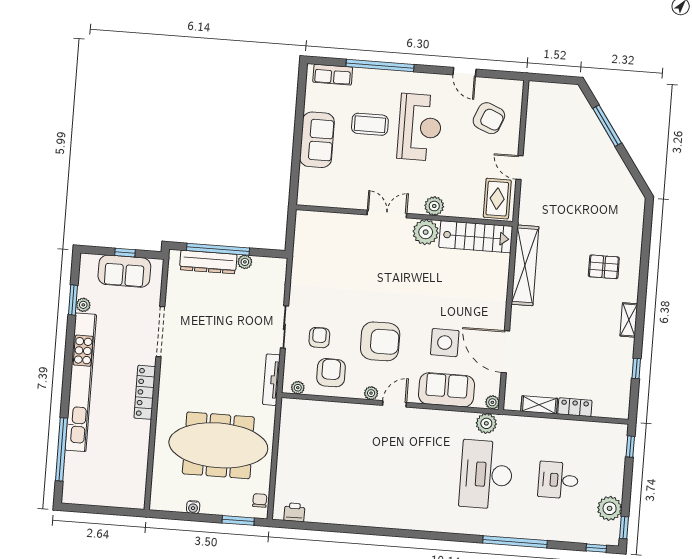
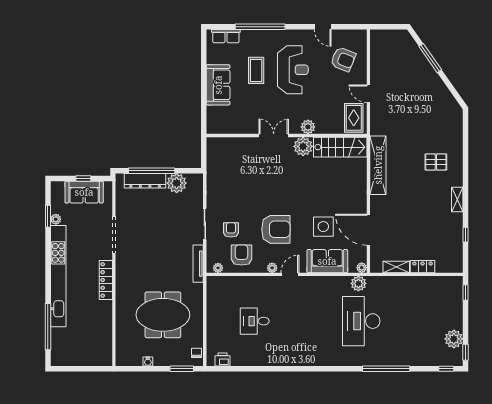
coffee table: (370, 124) -> (256, 70), turned 90
plant: (245, 262) -> (177, 183), width x1.87, depth x1.87
meeting table: (218, 445) -> (163, 315), width x0.73
desk: (558, 480) -> (255, 321), moved

